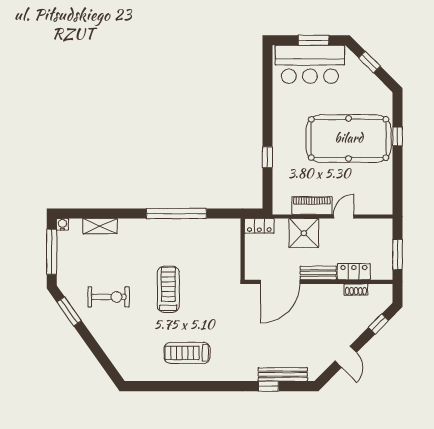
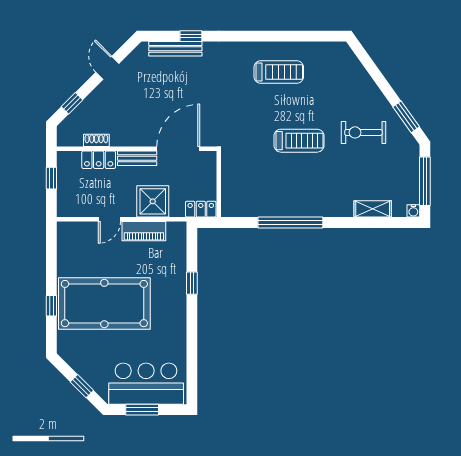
window: (398, 255) -> (51, 178), width x0.67
treadmill: (168, 289) -> (299, 141), turned -90

